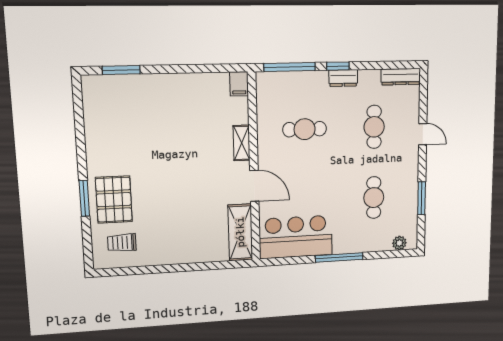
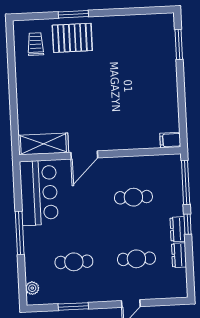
dresser: (401, 77) -> (179, 255), moved, width x0.70
cafe table: (305, 129) -> (133, 197), turned 90
shelving: (242, 143) -> (121, 143), removed

